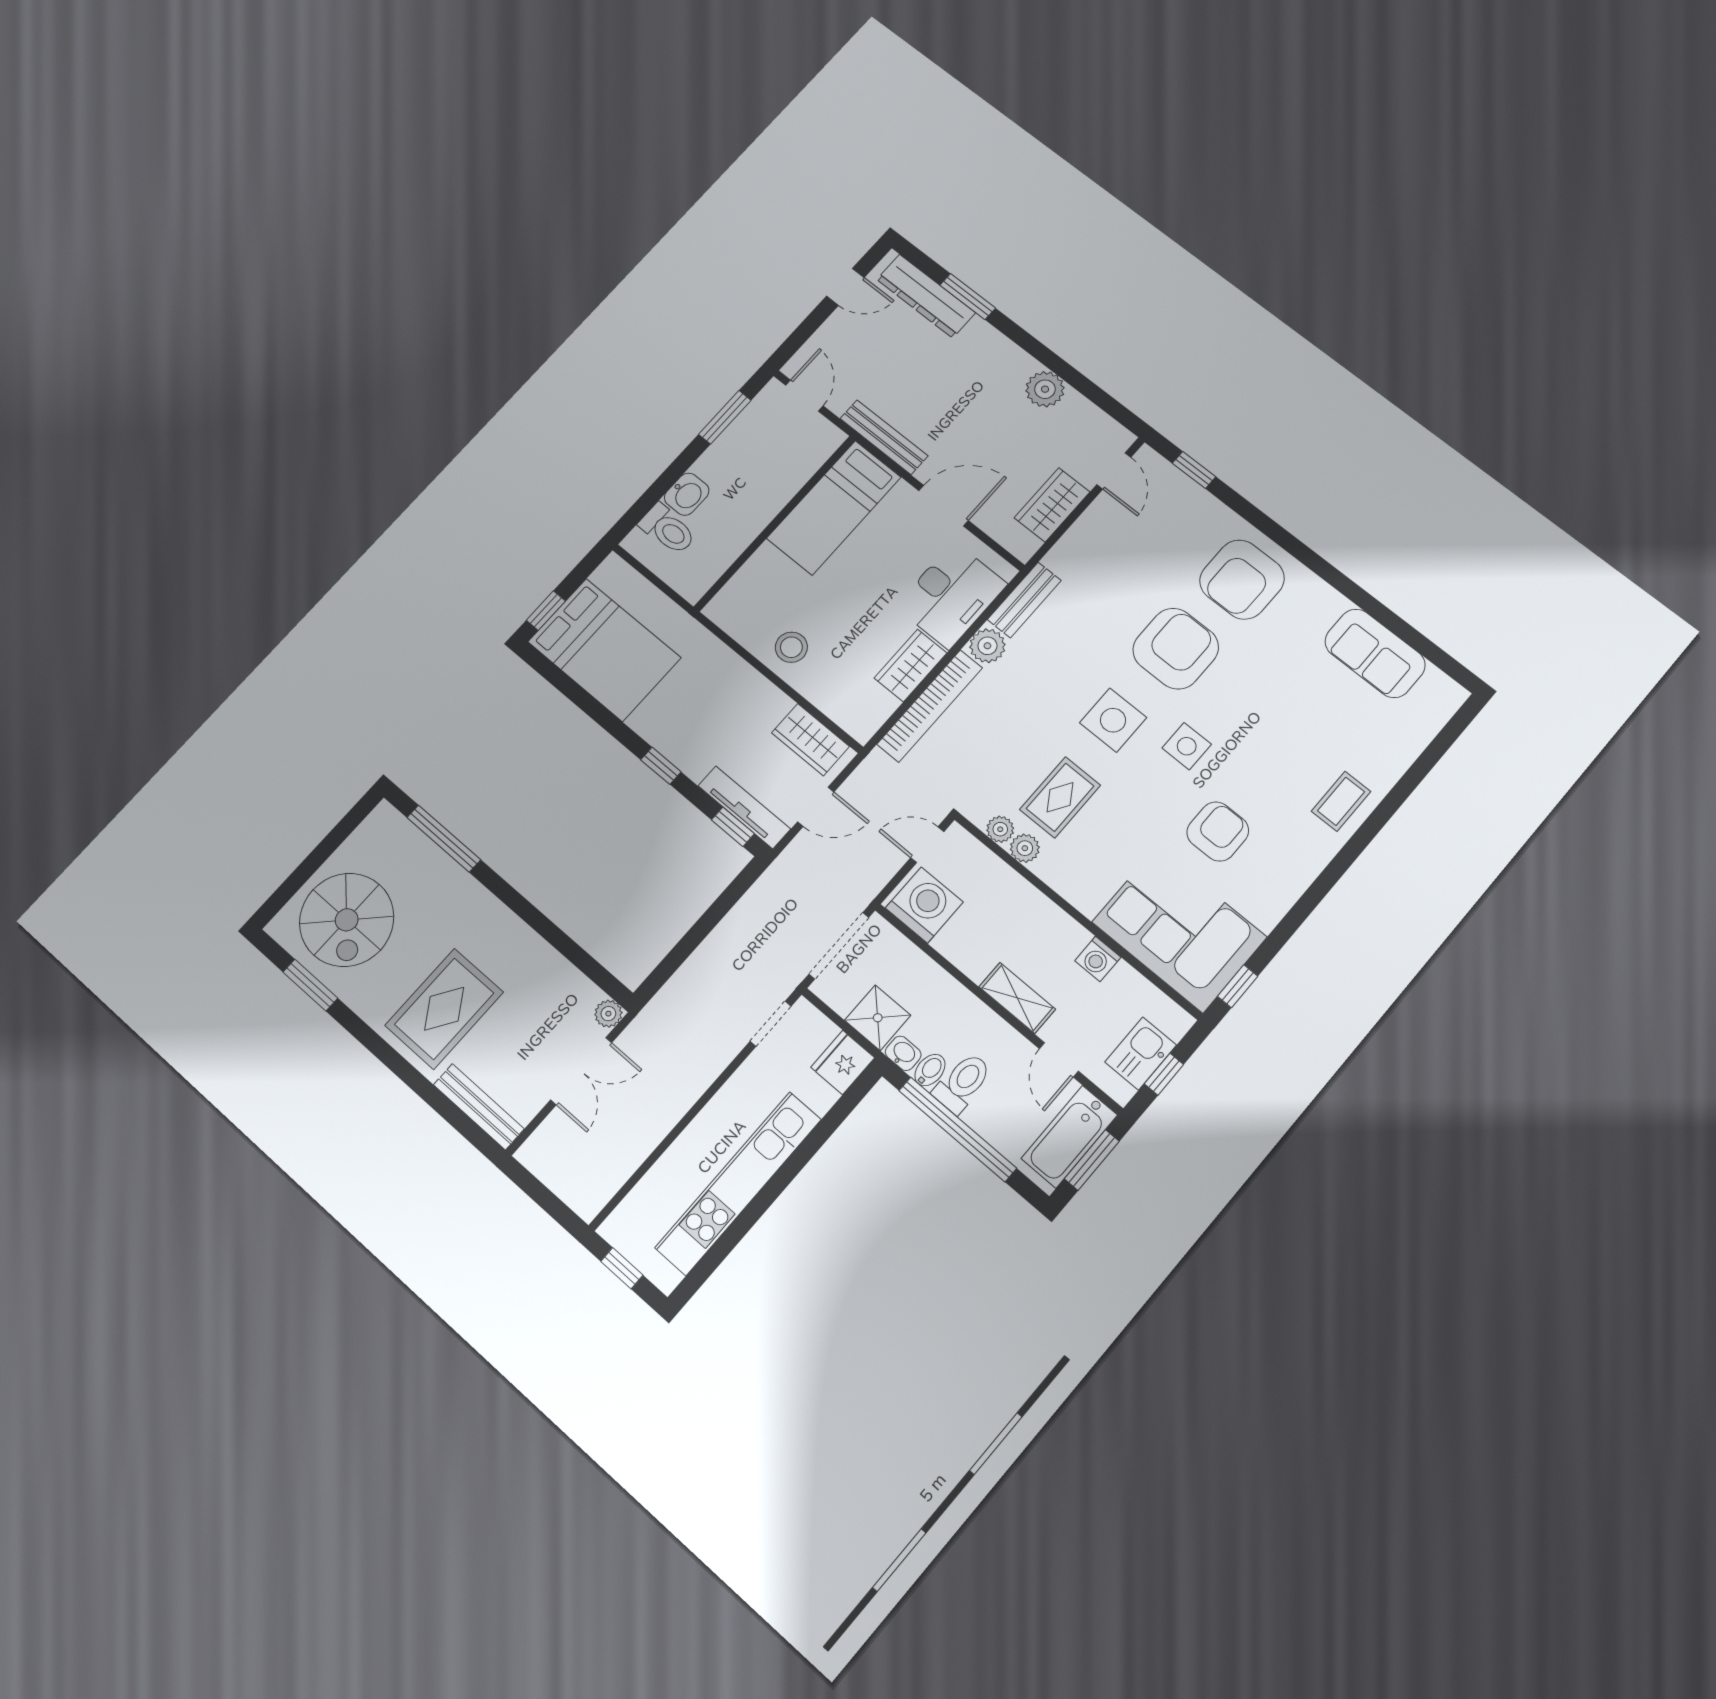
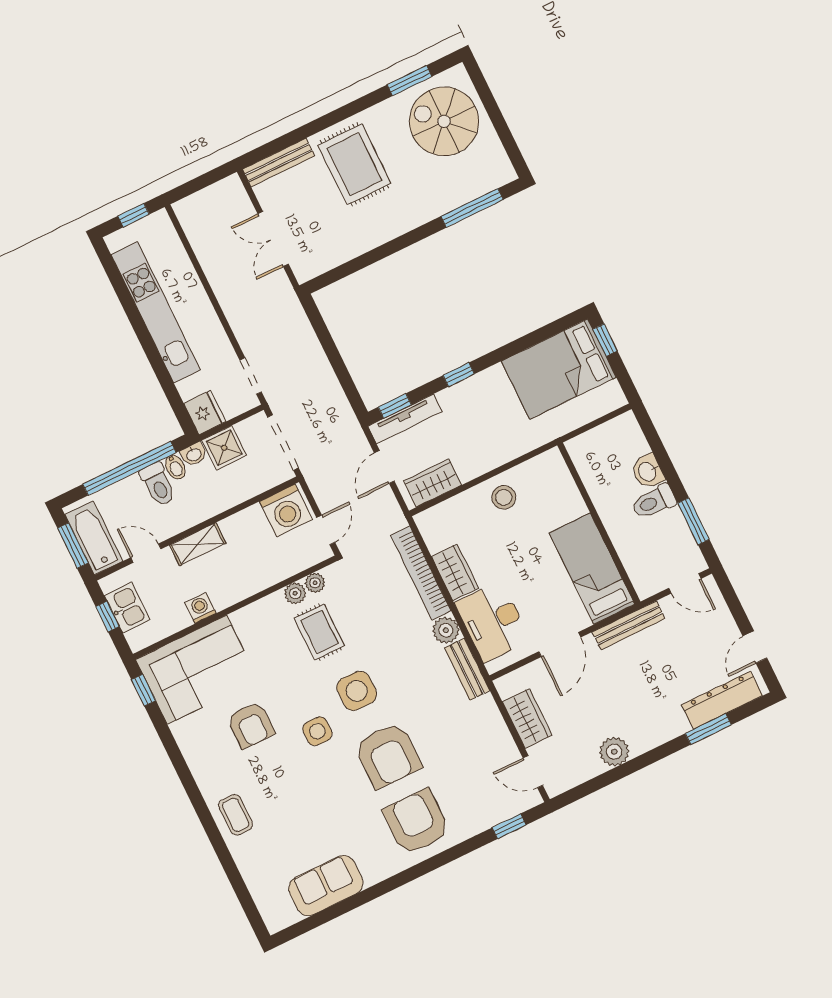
toilet: (668, 529) -> (654, 502), moved
plant: (608, 1014) -> (304, 272), removed

